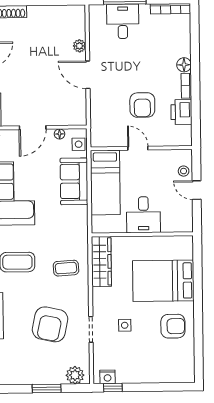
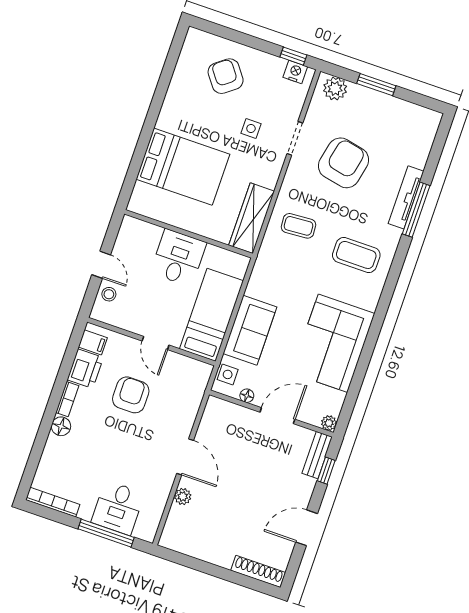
filing cabinet: (183, 133) -> (93, 342), added
armchair: (173, 326) -> (226, 76), moved, turned 53

